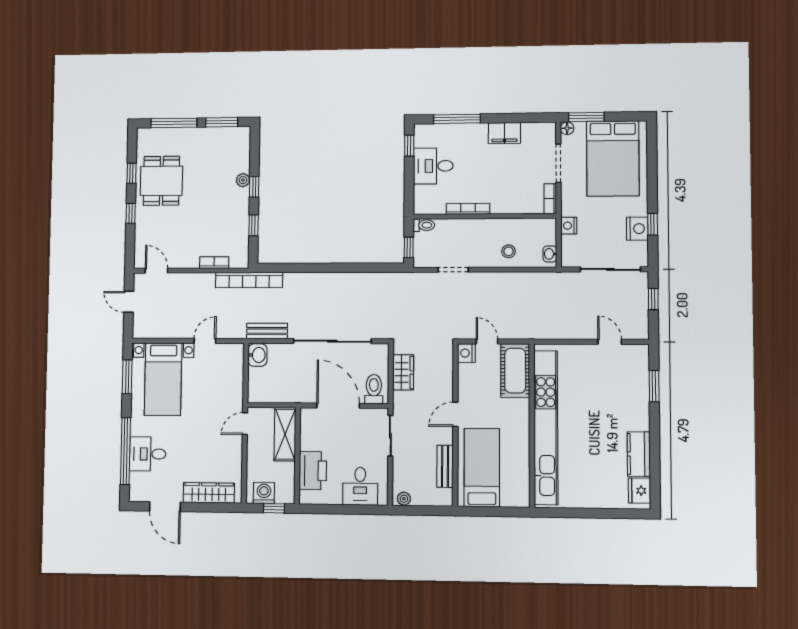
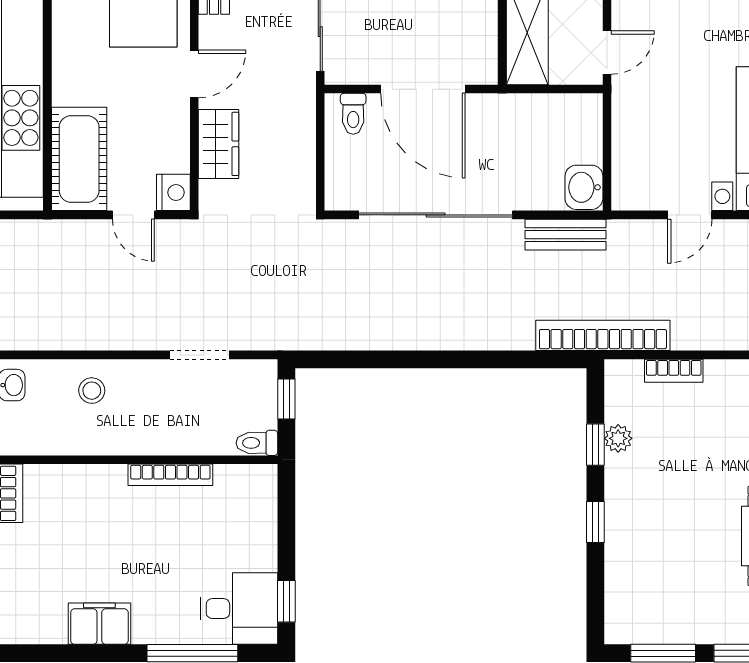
desk: (433, 166) -> (239, 609), moved
plant: (243, 180) -> (618, 438), moved
wardrobe: (403, 372) -> (219, 144), moved, turned 180
toilet: (374, 389) -> (353, 114), width x0.73, depth x0.72

